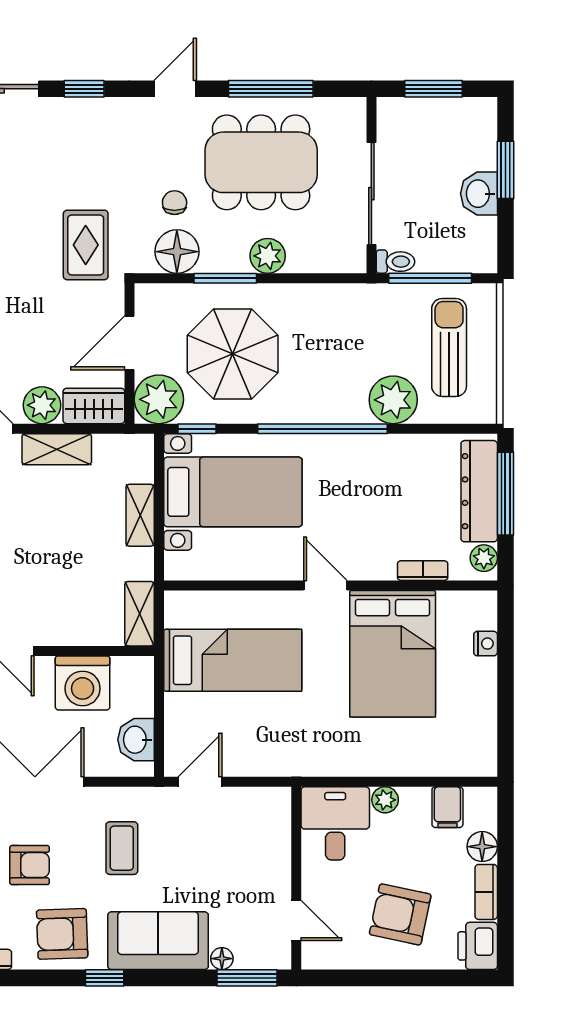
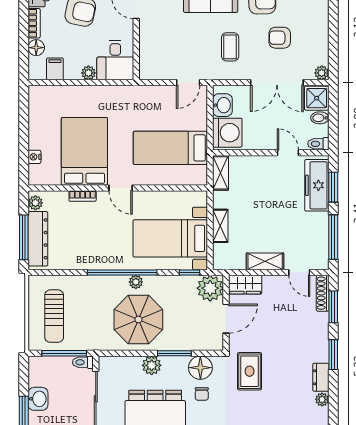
parasol: (233, 354) -> (138, 320), moved
plant: (393, 400) -> (136, 282), moved, width x0.53, depth x0.53
plant: (42, 405) -> (273, 285), removed
bookcase: (423, 571) -> (83, 196), moved
washing machine: (83, 683) -> (227, 133), moved, turned 90

